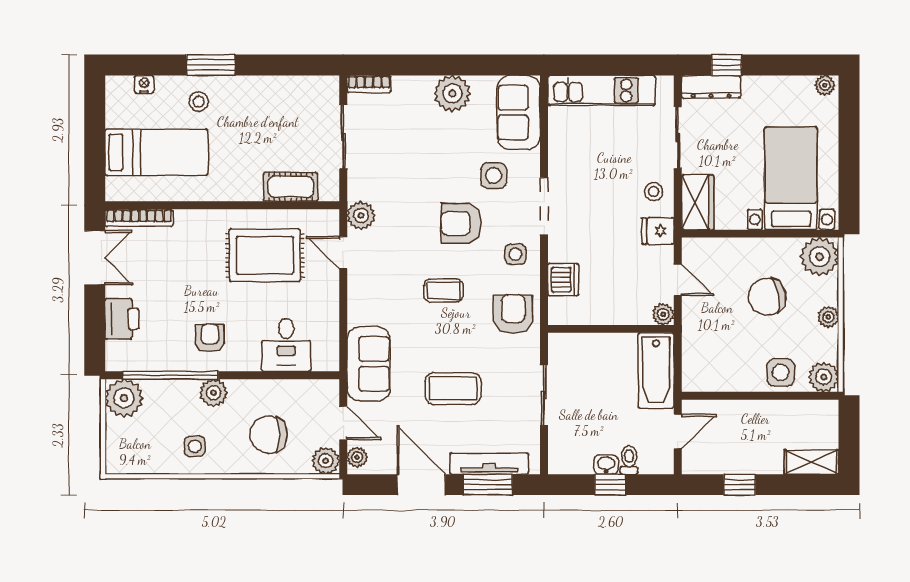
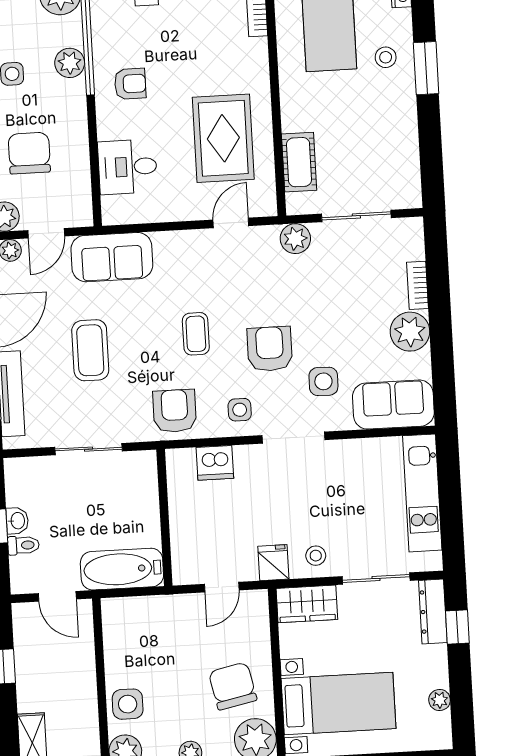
bookcase: (369, 84) -> (418, 285), moved
plant: (825, 85) -> (440, 700), moved
plant: (361, 216) -> (295, 239), moved
chair: (767, 297) -> (233, 686), moved
armchair: (513, 314) -> (175, 411), turned -90
plant: (663, 314) -> (184, 573), removed
plant: (214, 393) -> (70, 63), moved

